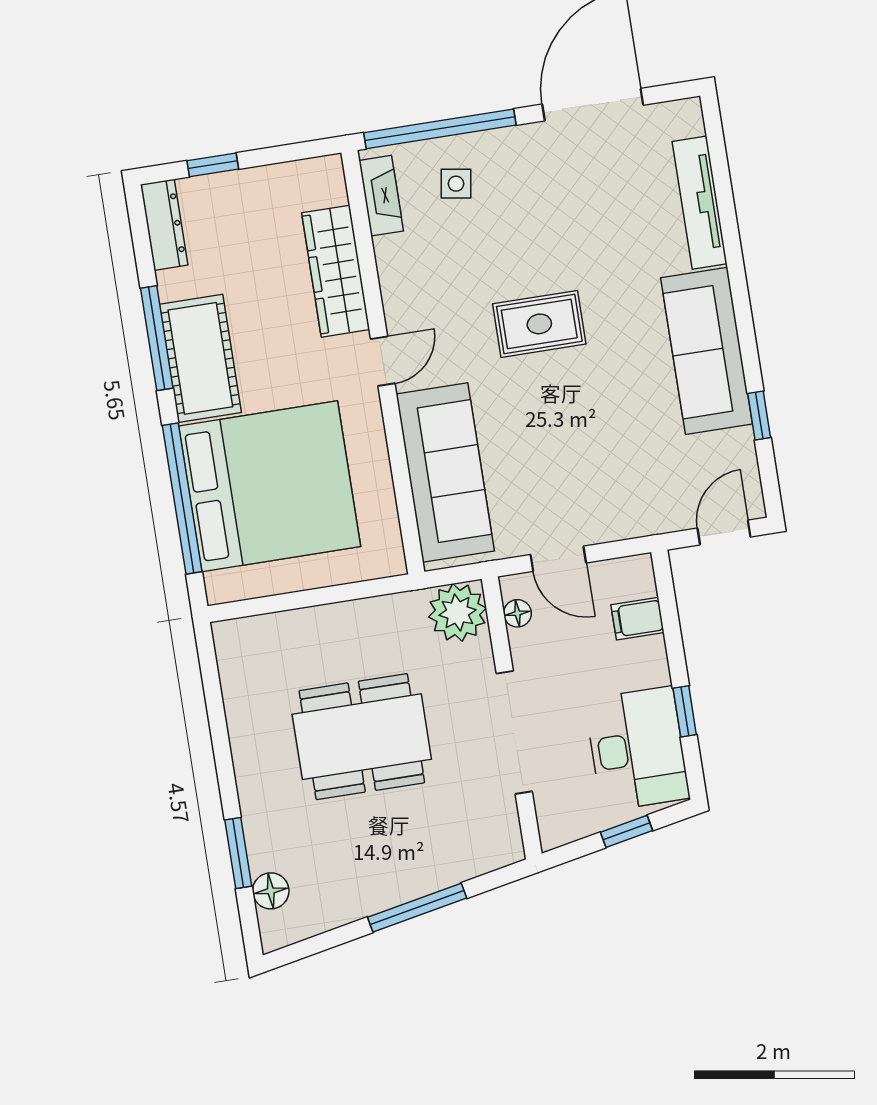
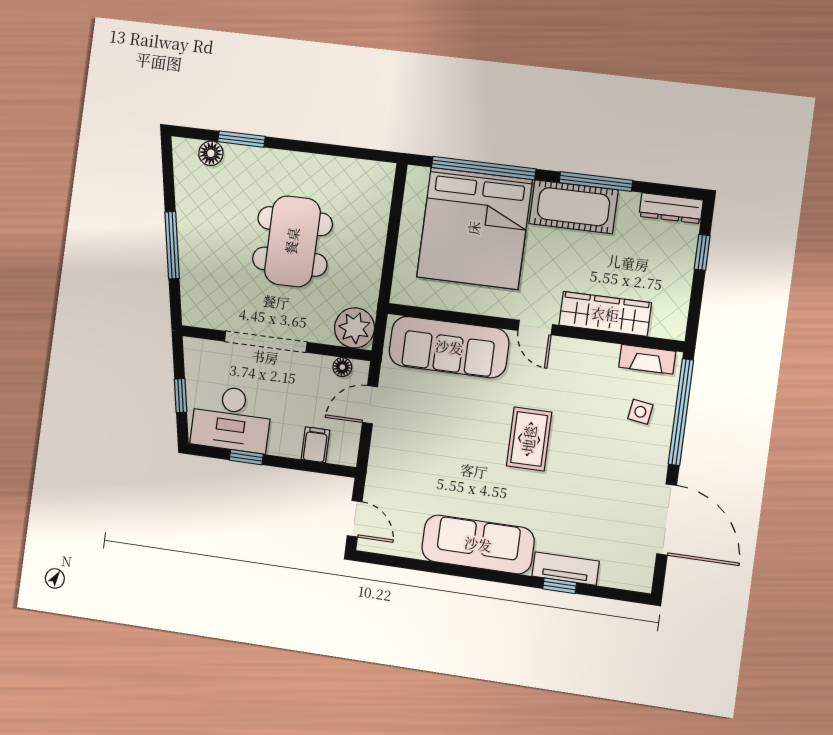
tv unit: (700, 203) -> (566, 569), width x0.71
window: (759, 416) -> (560, 586), moved

